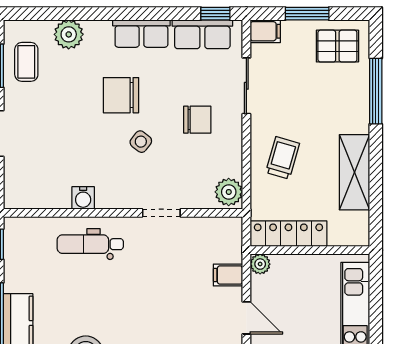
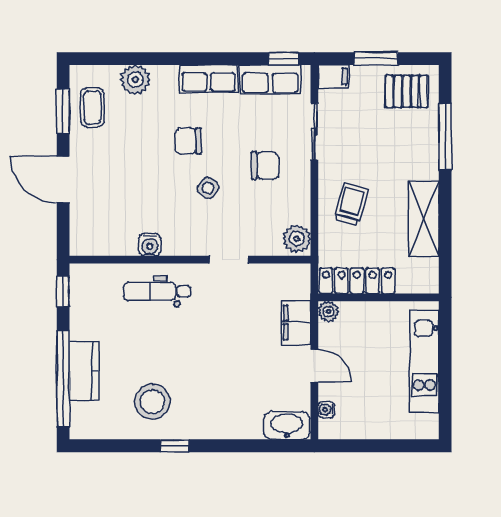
chair: (121, 95) -> (188, 141), width x0.73, depth x0.73
filing cabinet: (228, 275) -> (296, 323), width x2.00

